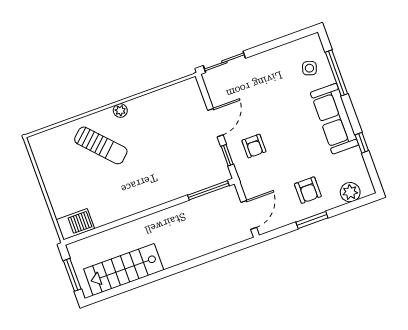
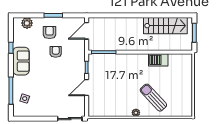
sofa: (334, 119) -> (21, 61), width x0.73
armchair: (254, 146) -> (56, 52), moved
barbecue: (75, 224) -> (158, 60), moved

